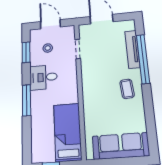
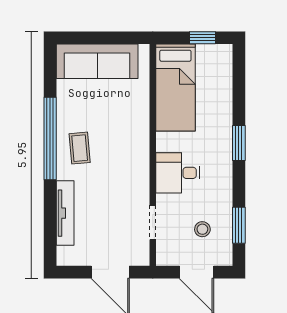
window: (143, 59) -> (50, 139), moved
desk: (43, 77) -> (178, 173), moved, turned 180
window: (26, 100) -> (239, 143), width x0.69

